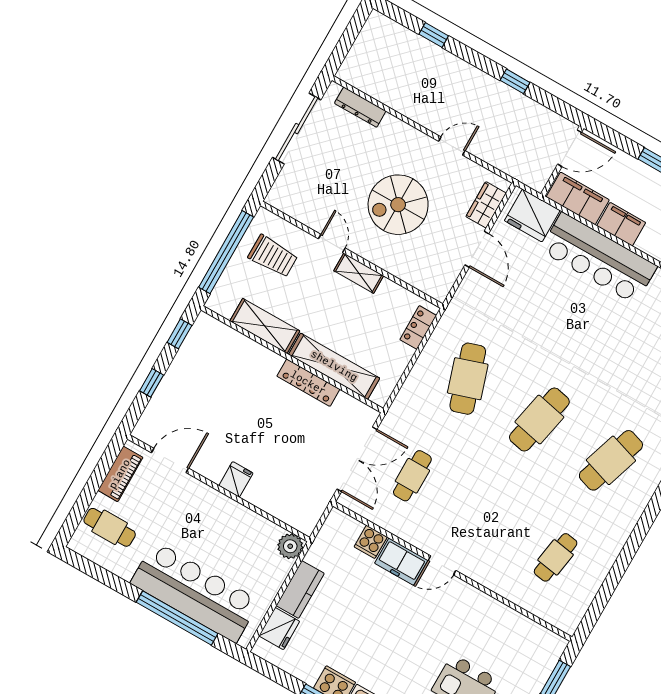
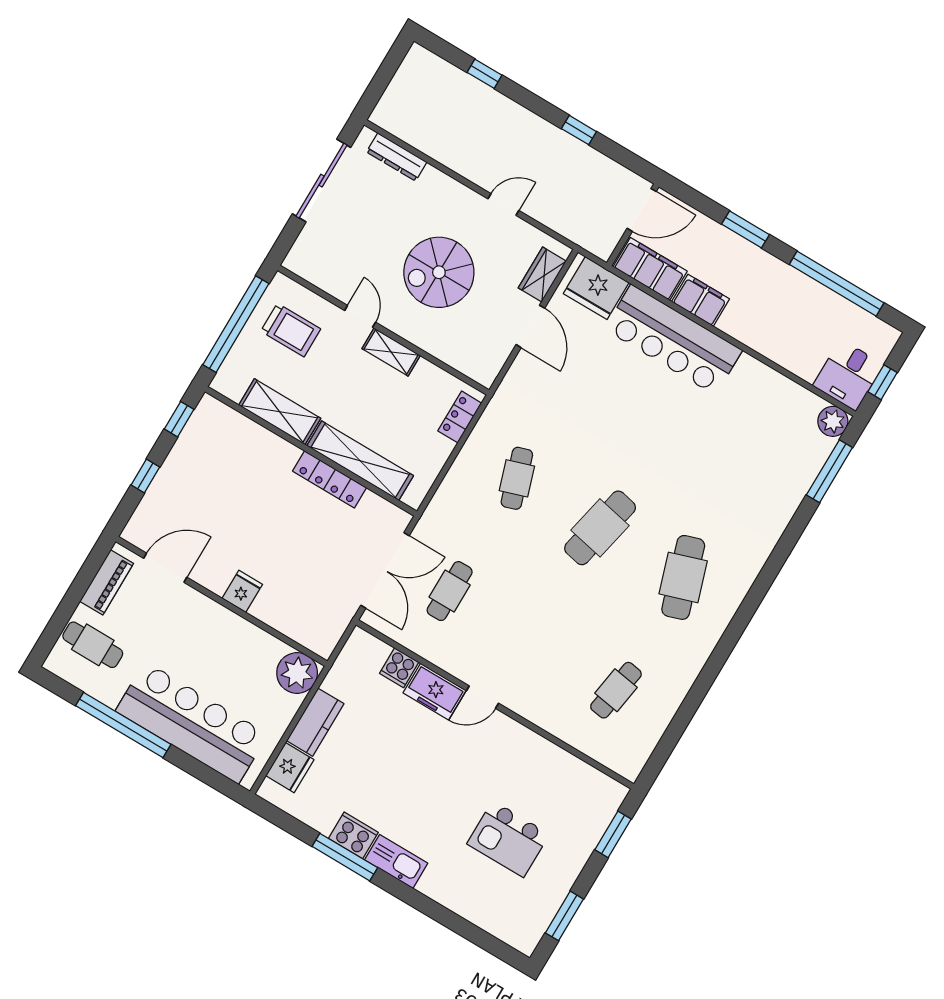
cafe table: (468, 379) -> (517, 478), width x0.73, depth x0.74
cafe table: (611, 460) -> (683, 577), turned -36
plant: (290, 546) -> (297, 673), width x1.36, depth x1.36
window: (177, 618) -> (123, 725), moved

